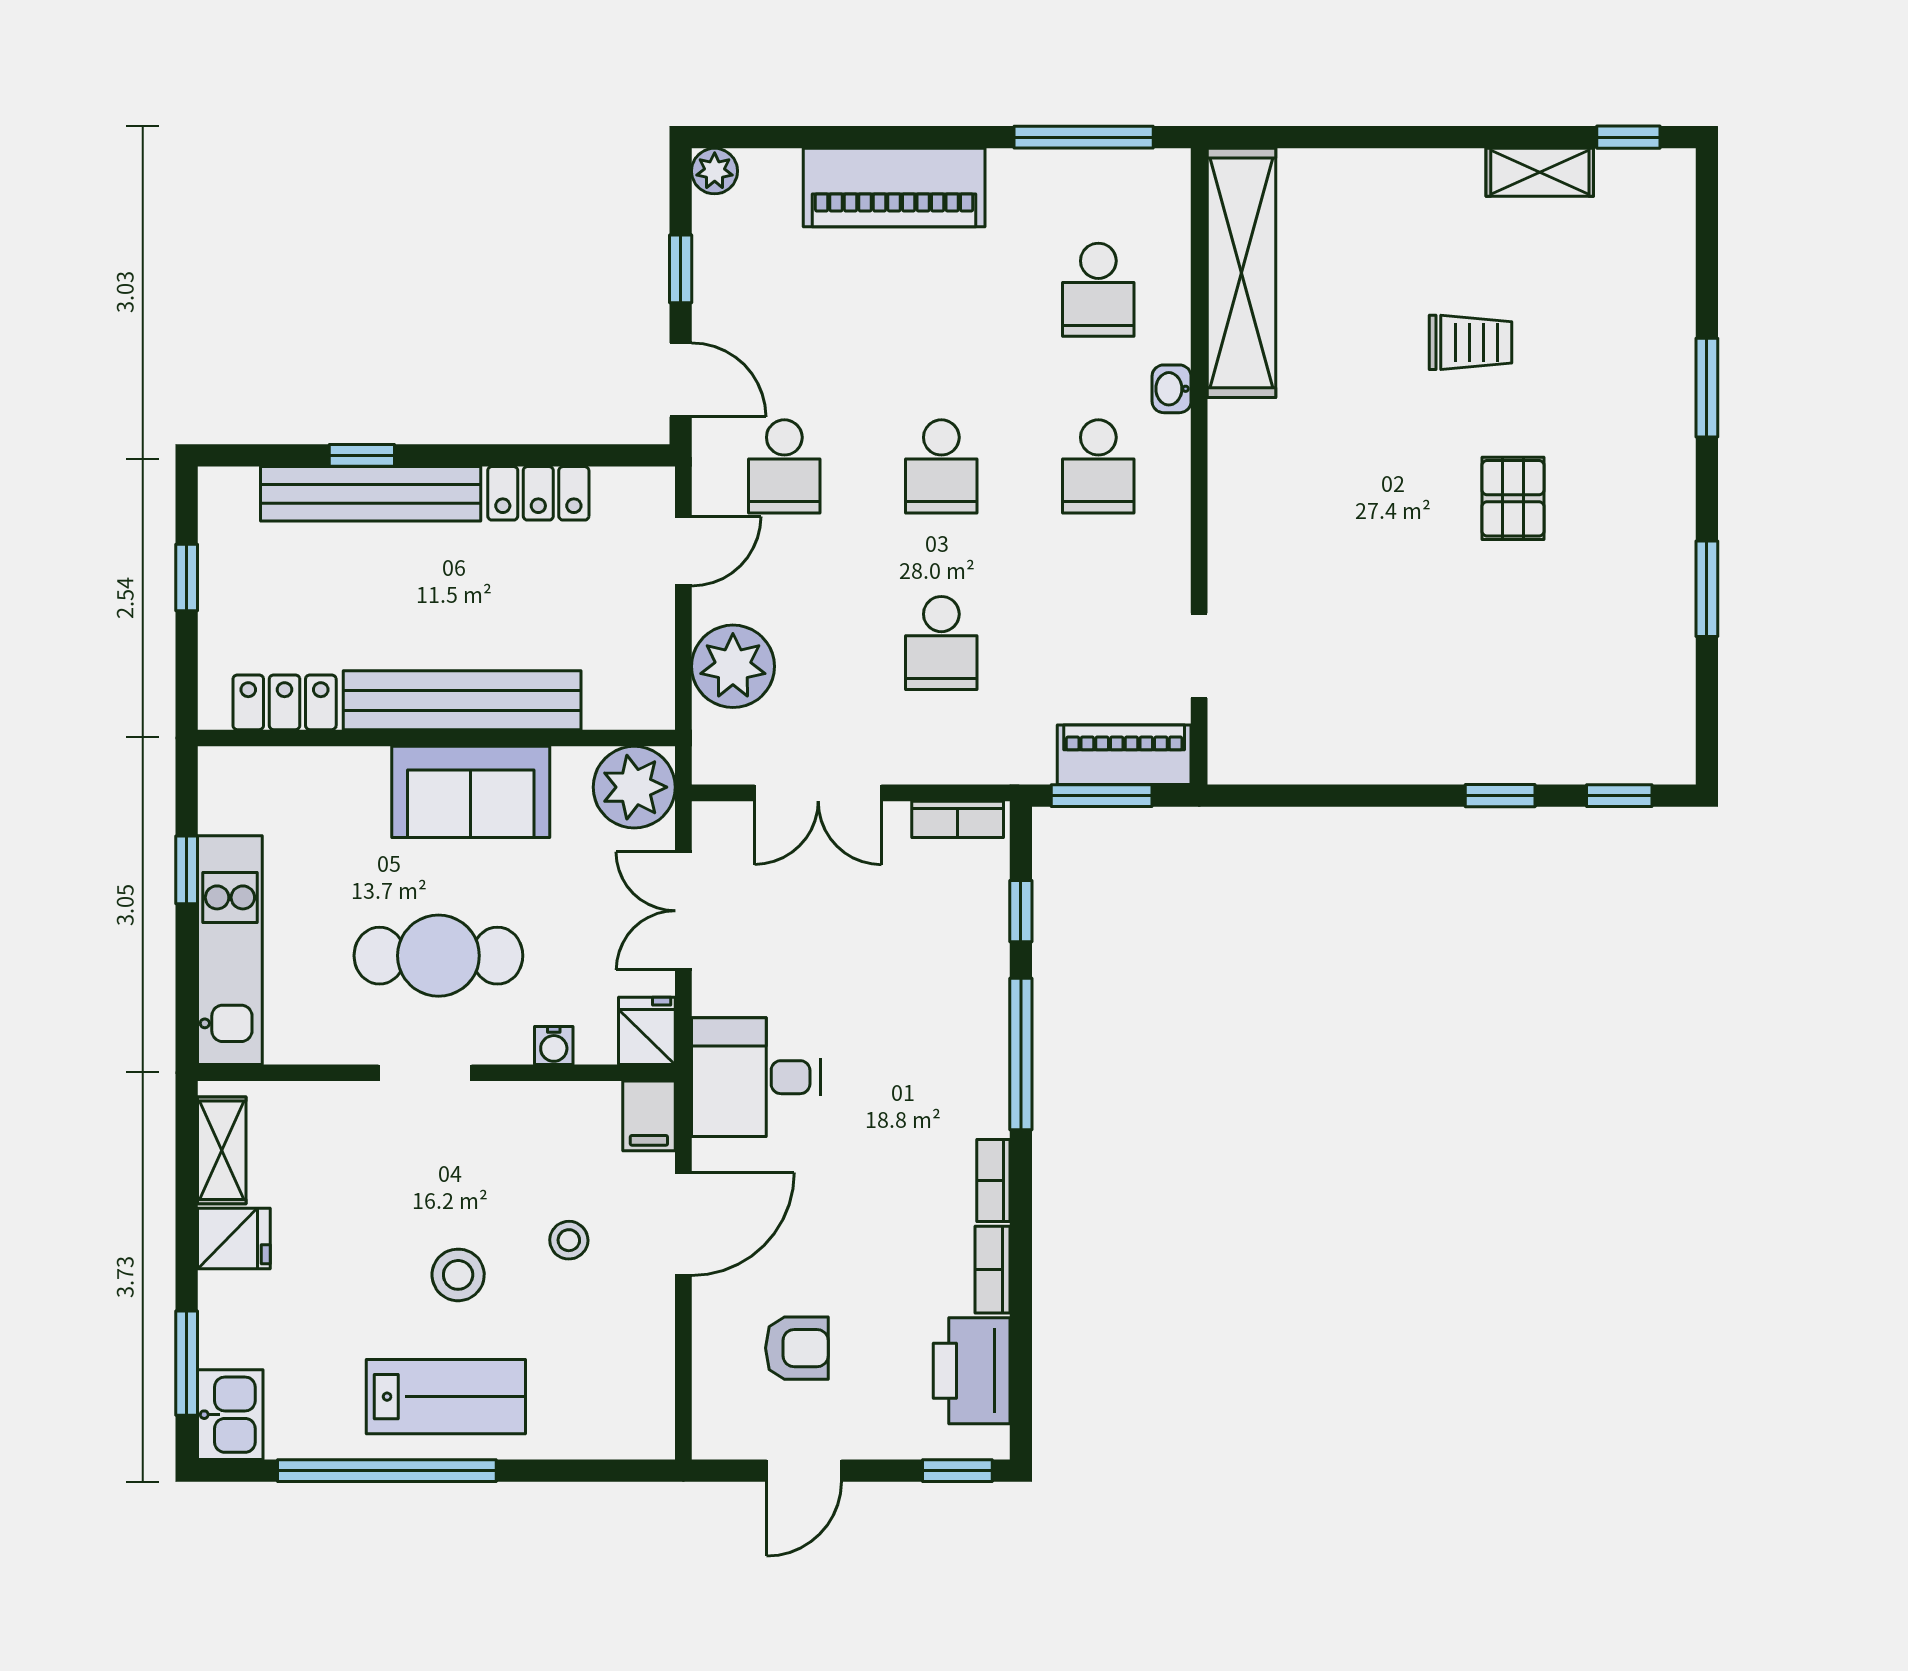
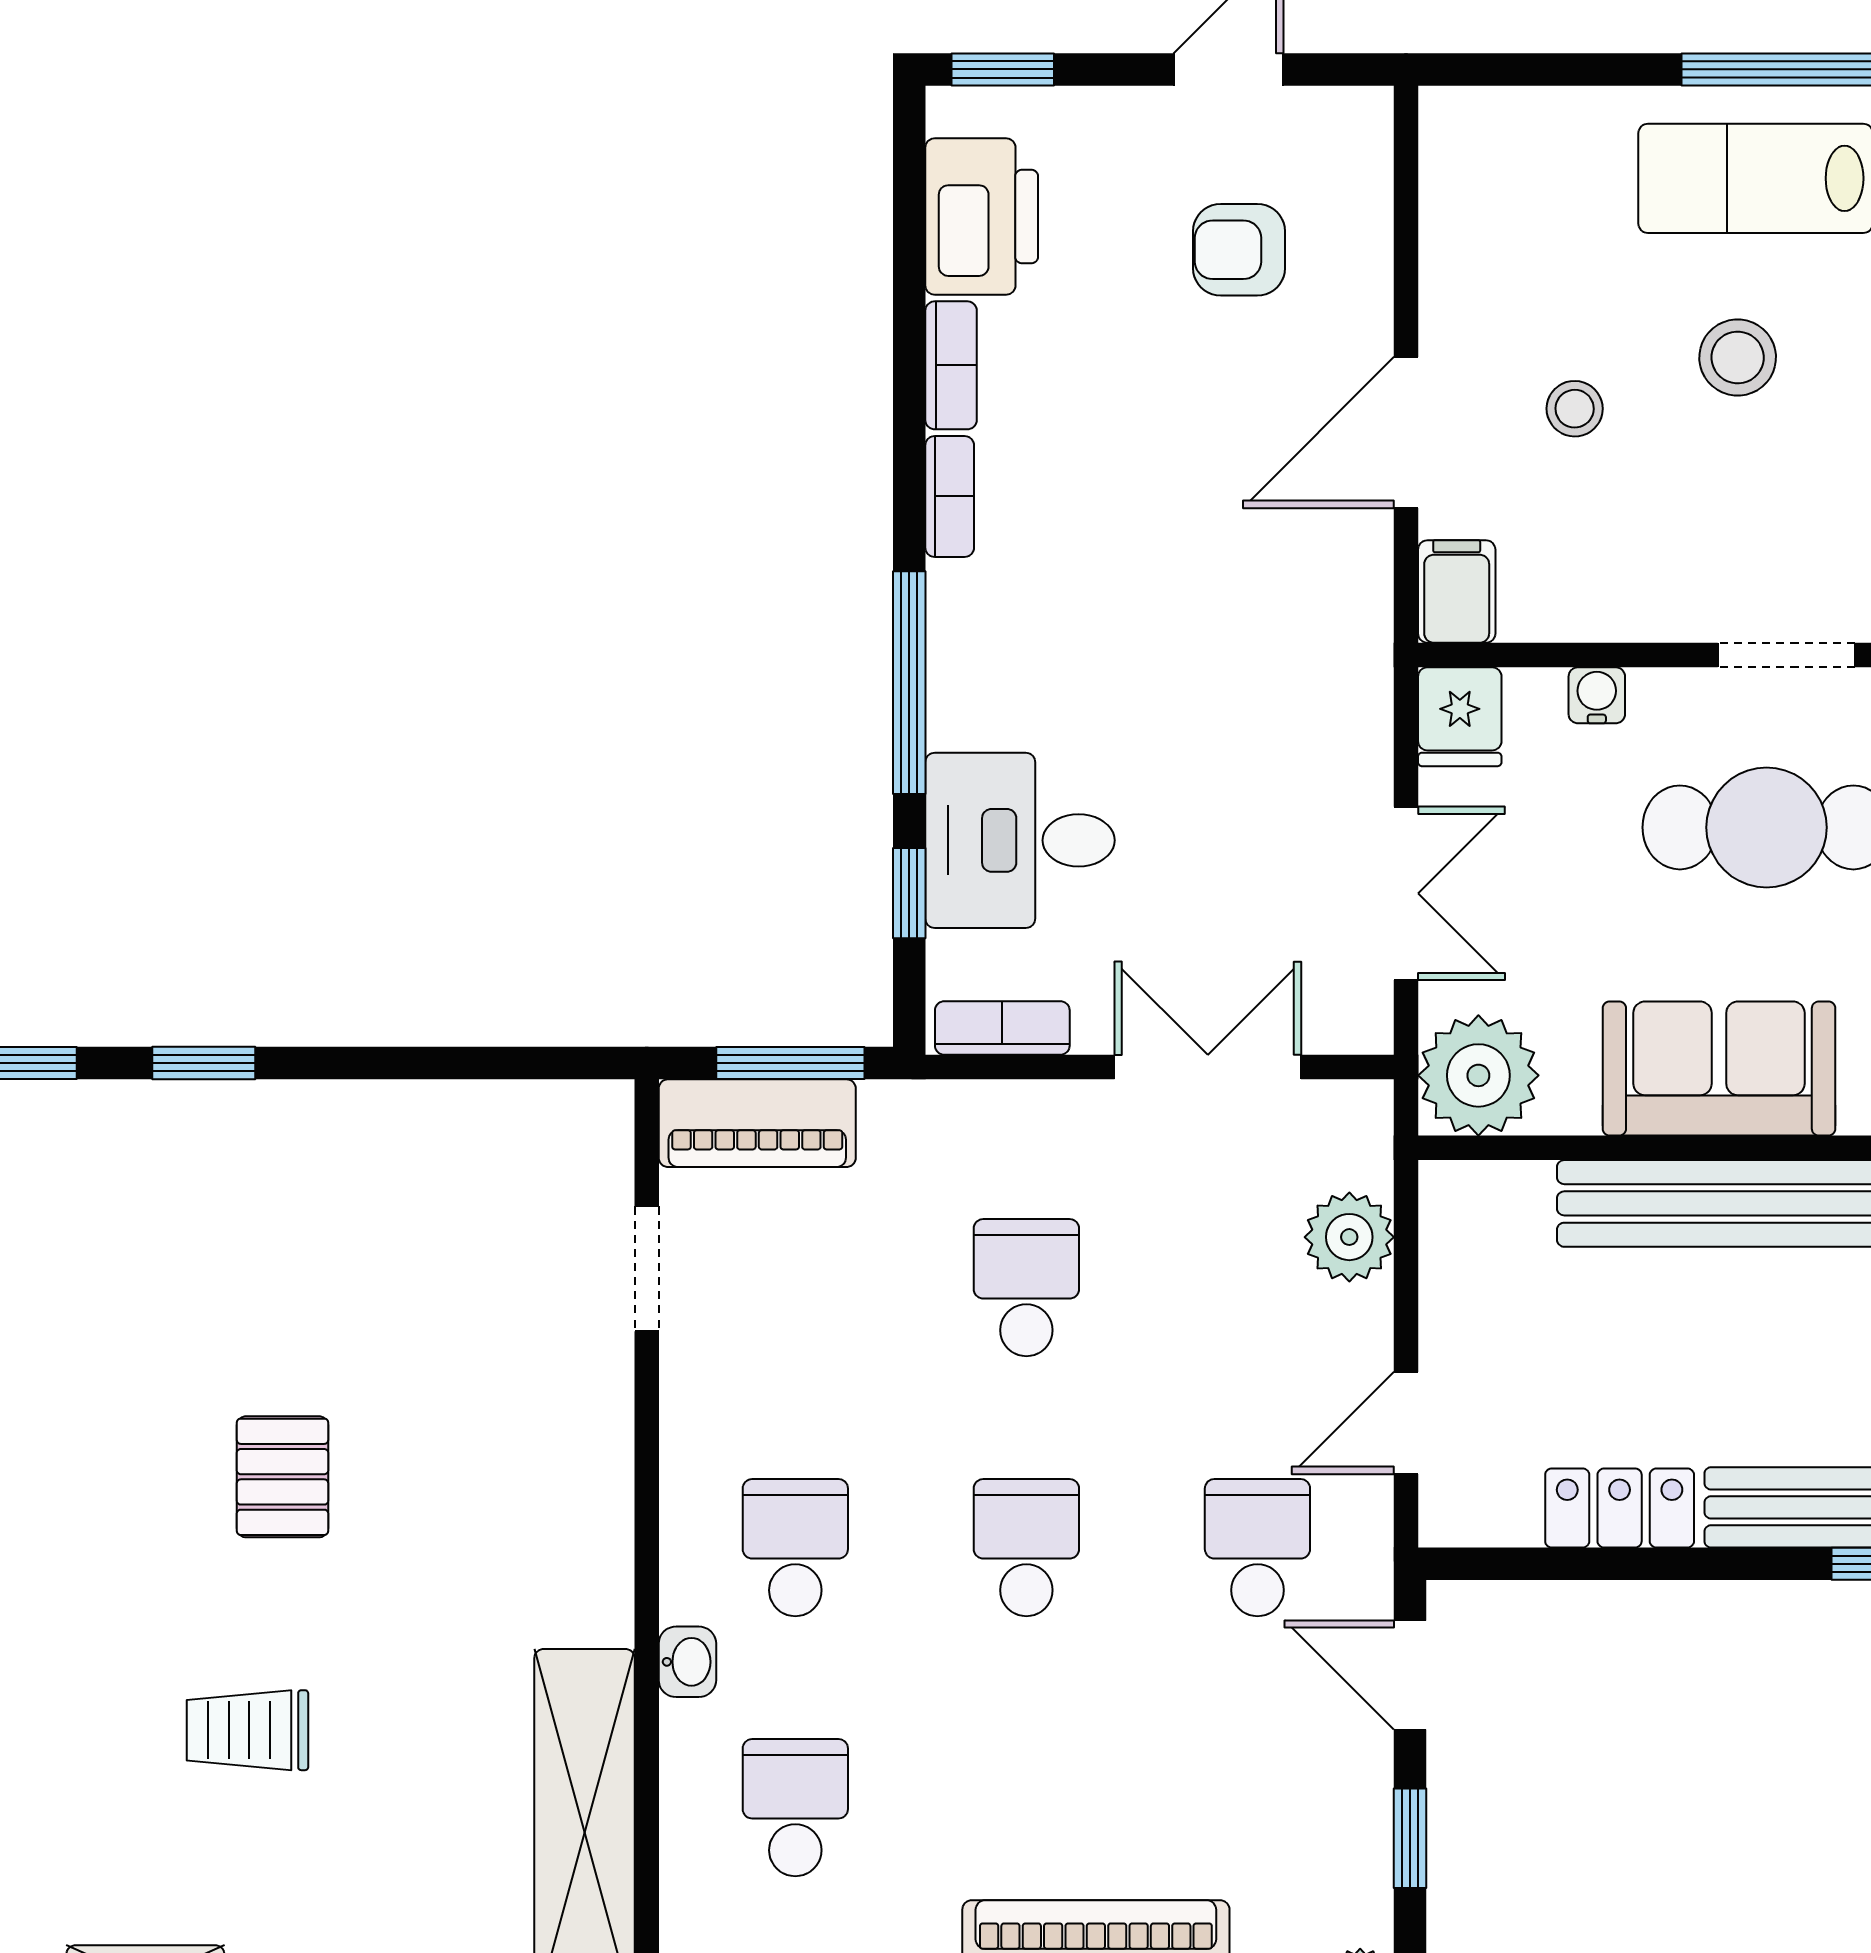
pallet: (1513, 498) -> (283, 1477), moved
plant: (733, 666) -> (1349, 1237), width x0.73, depth x0.73
desk: (756, 1077) -> (1020, 840), moved, turned 180

